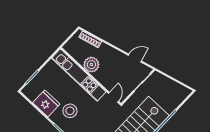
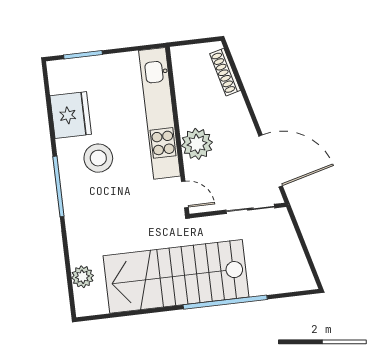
door: (135, 58) -> (271, 161), width x1.88
plant: (91, 65) -> (197, 144), moved
door: (113, 97) -> (185, 194), hinge flipped

